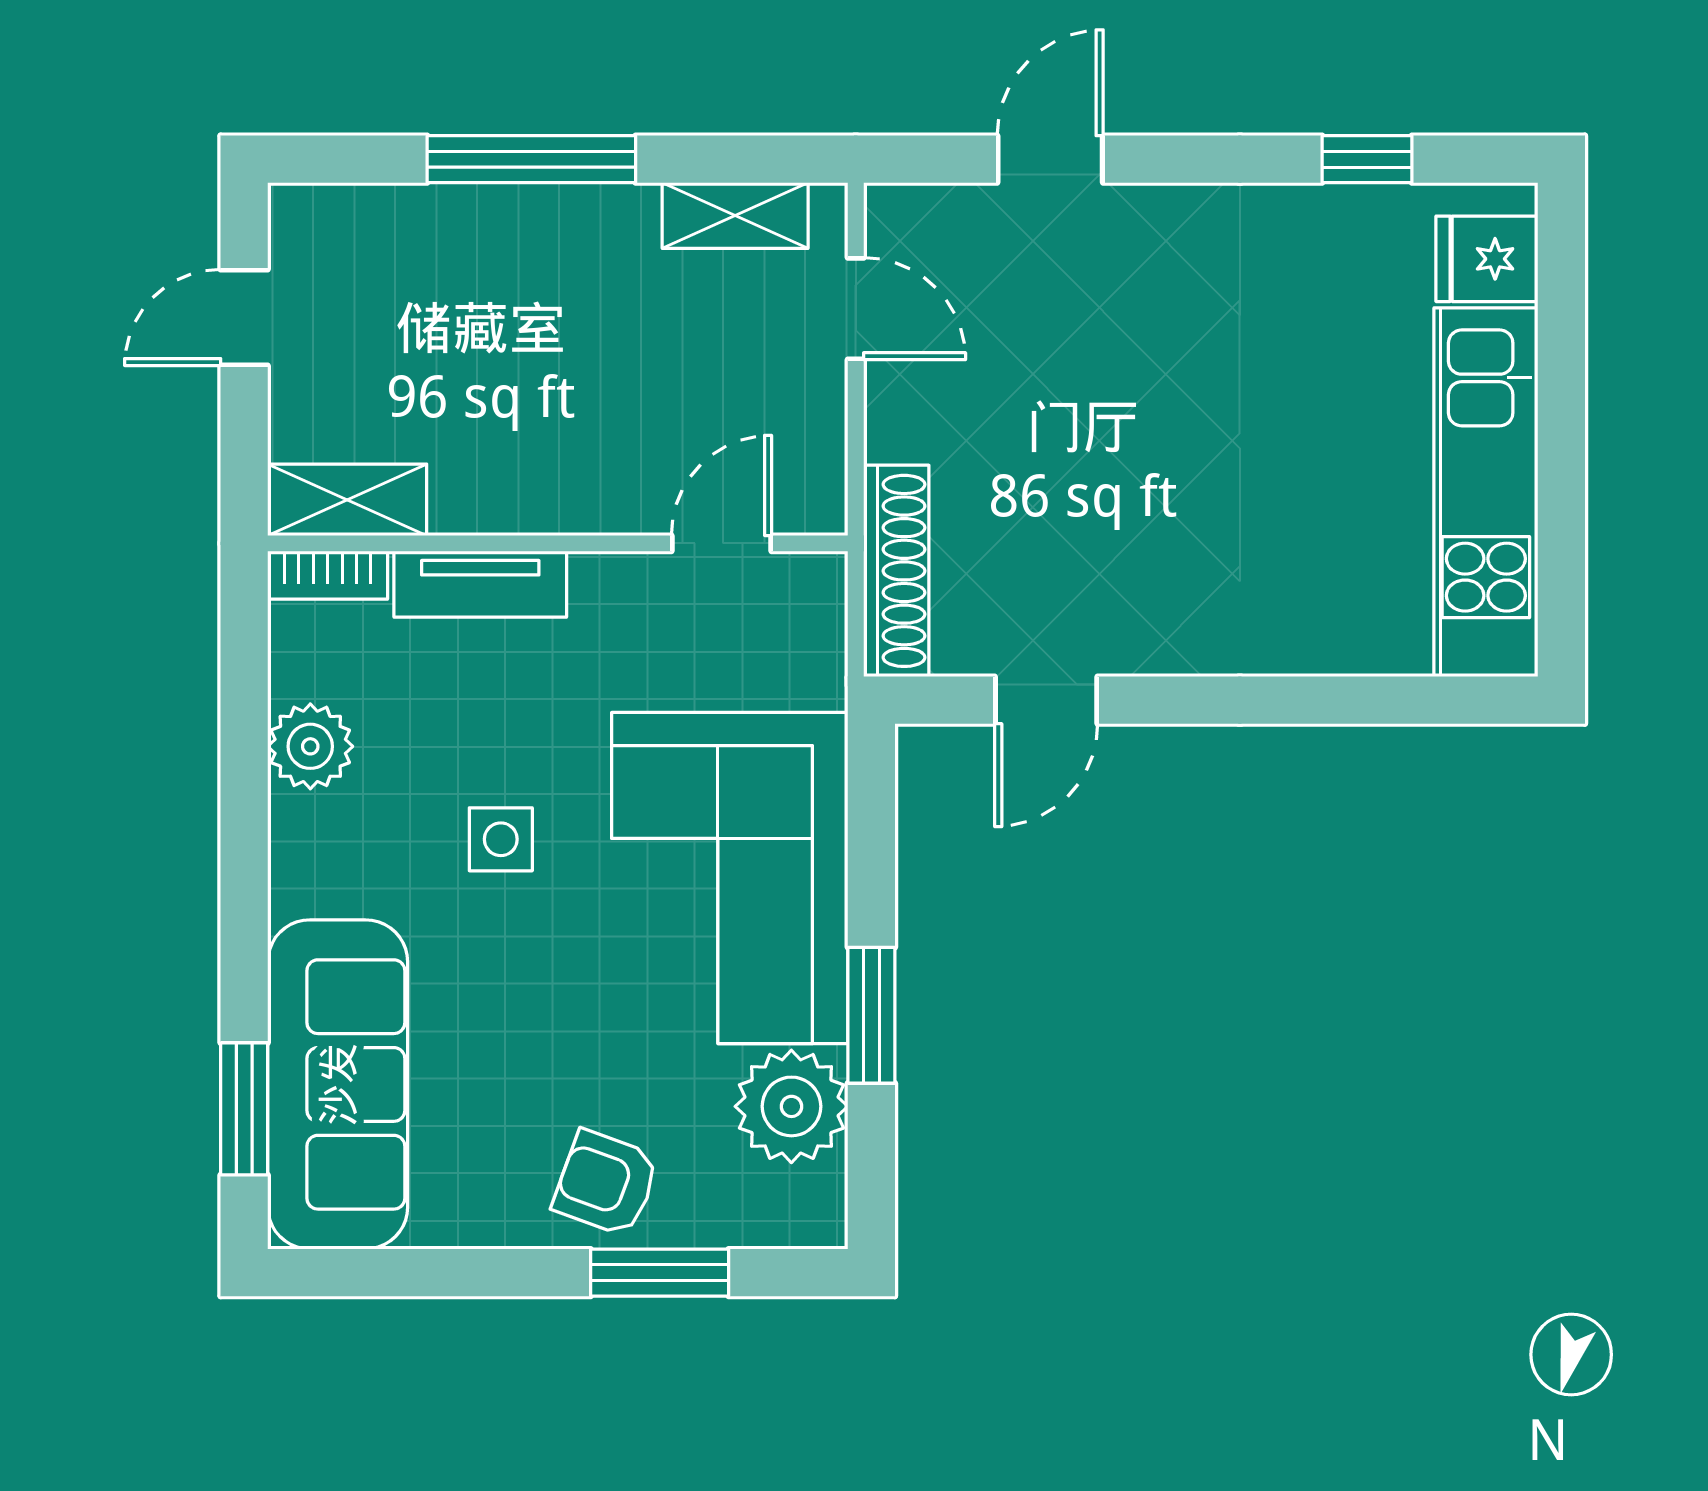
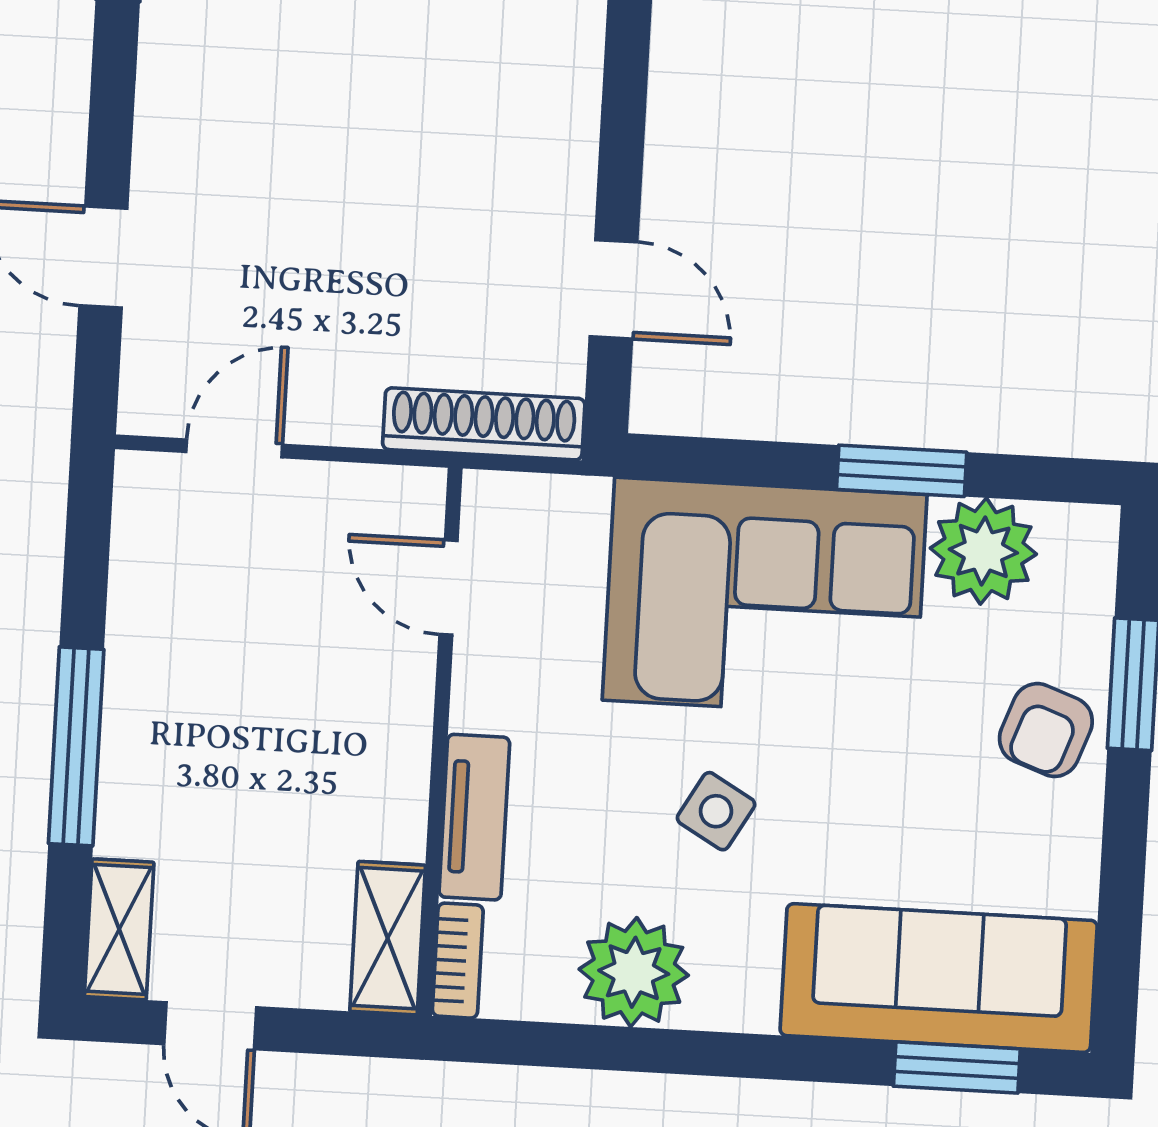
shelving: (735, 216) -> (119, 929), moved
plant: (310, 746) -> (634, 972), width x1.36, depth x1.36
side table: (501, 839) -> (716, 811), turned 30

